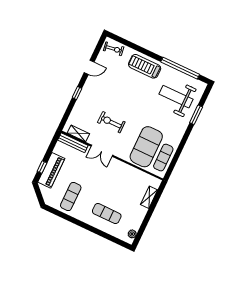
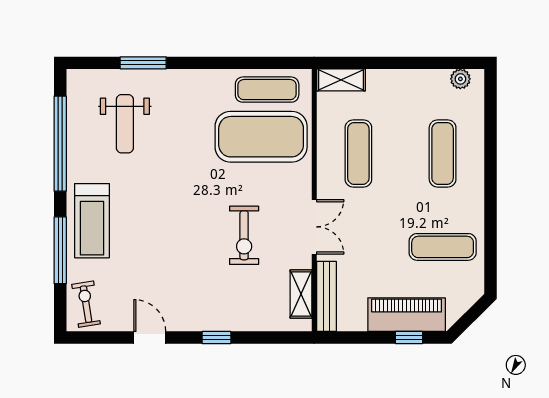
window: (139, 49) -> (60, 250), added
weight bench: (176, 97) -> (125, 124), width x0.73, depth x0.75
exercise mat: (122, 181) -> (358, 153), added
shelving: (149, 197) -> (341, 80), moved

